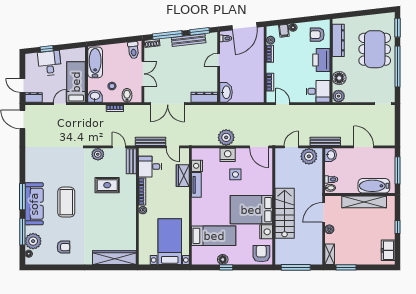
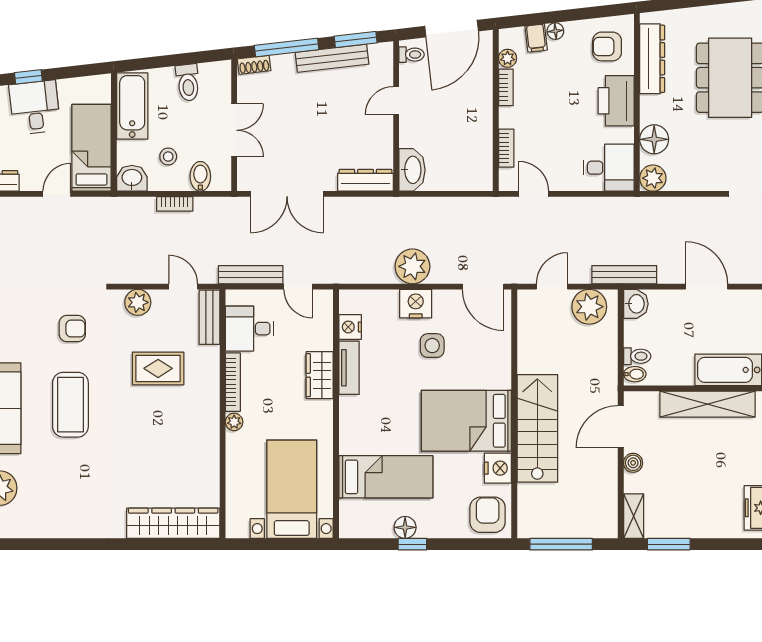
toilet: (133, 50) -> (188, 83), moved
wardrobe: (183, 176) -> (320, 375), moved
armchair: (63, 247) -> (72, 328), moved

